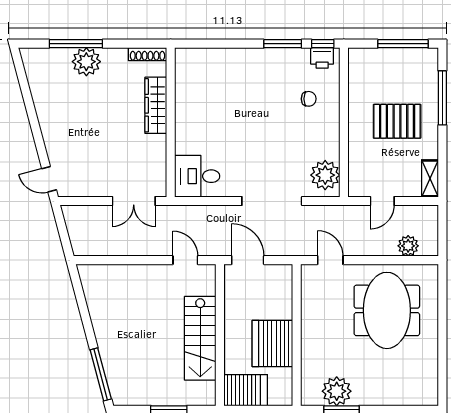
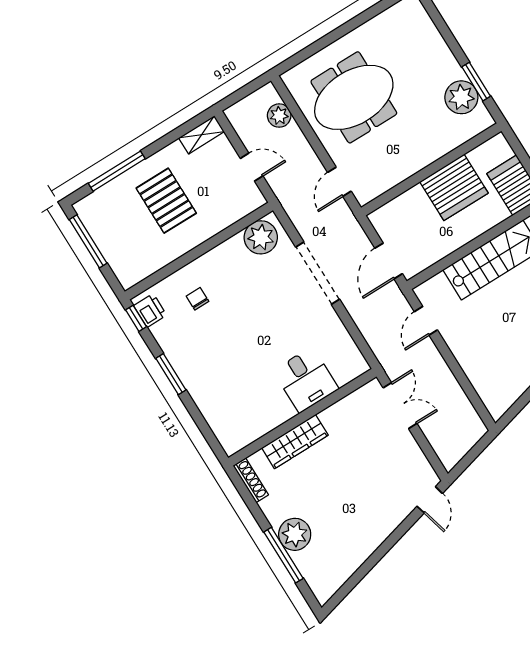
window: (283, 44) -> (171, 374), moved
desk: (197, 176) -> (306, 380), moved

